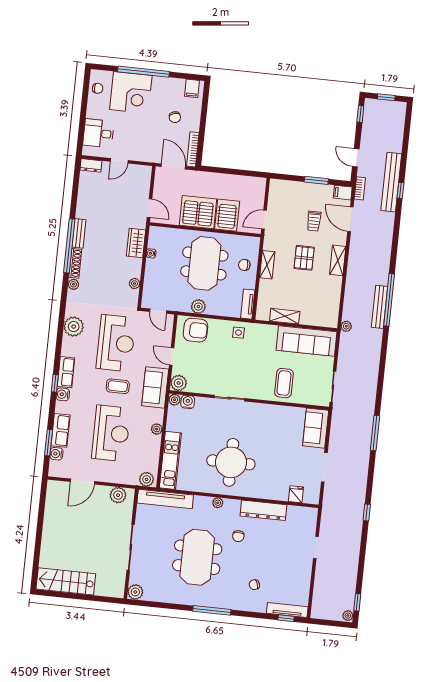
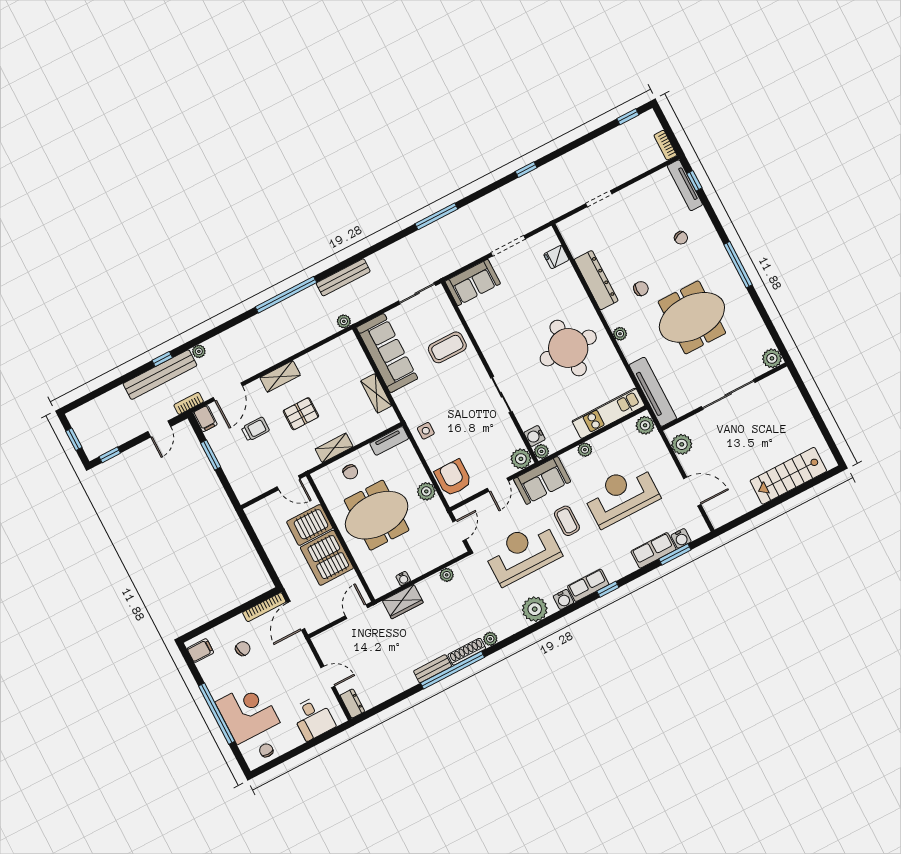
bench: (380, 307) -> (343, 277), moved
water cooler: (63, 394) -> (563, 599), moved
stairs: (66, 581) -> (788, 476), moved, turned 90
bookcase: (322, 615) -> (665, 145), added
plant: (348, 616) -> (199, 351), moved

